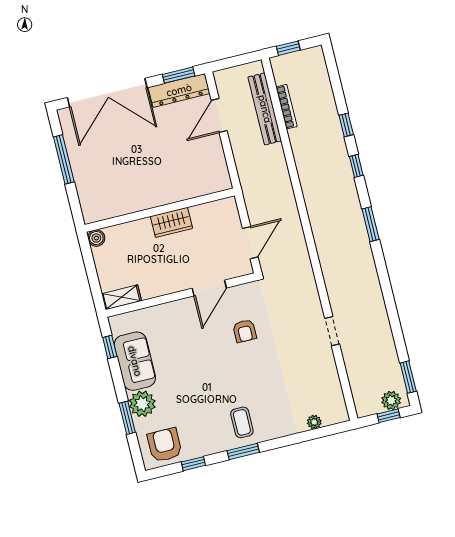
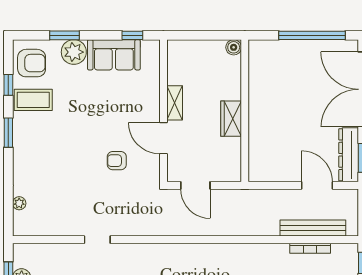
window: (64, 159) -> (312, 35), width x1.46
shelving: (121, 297) -> (175, 103), moved
coffee table: (242, 422) -> (33, 100), moved, width x1.36, depth x1.30

